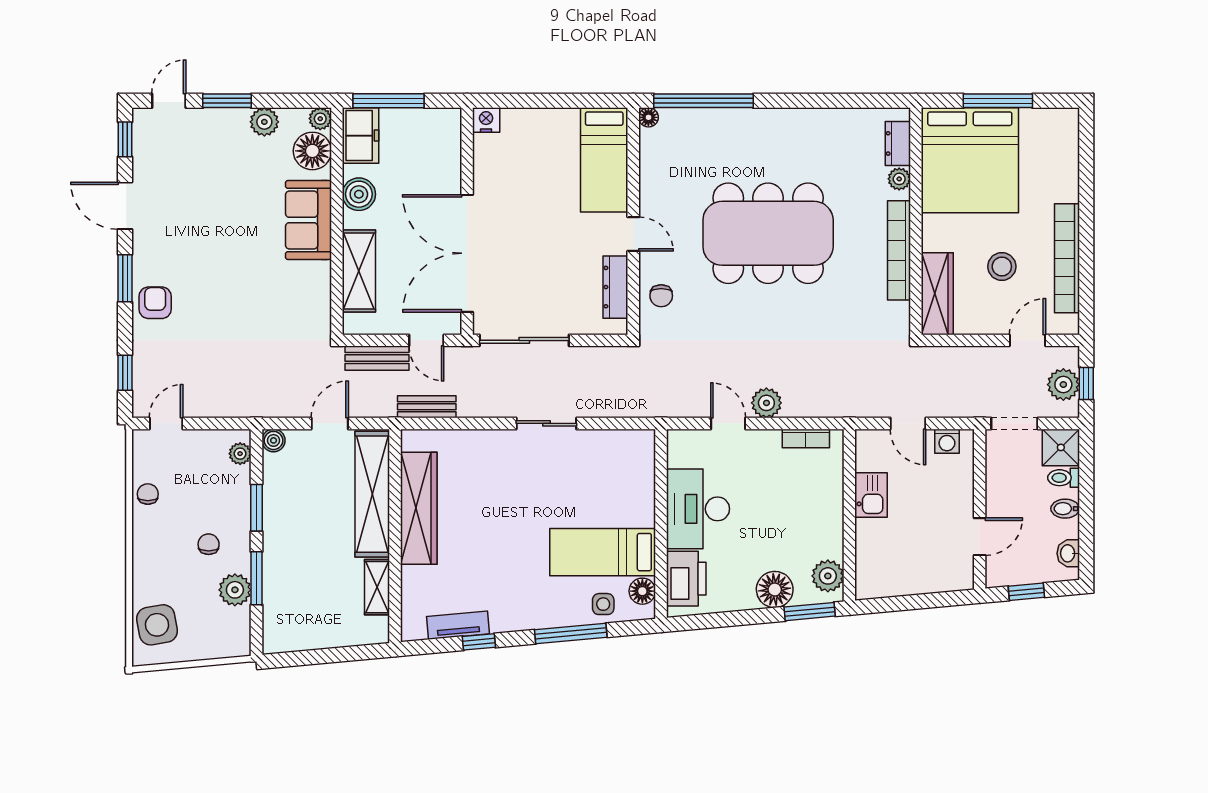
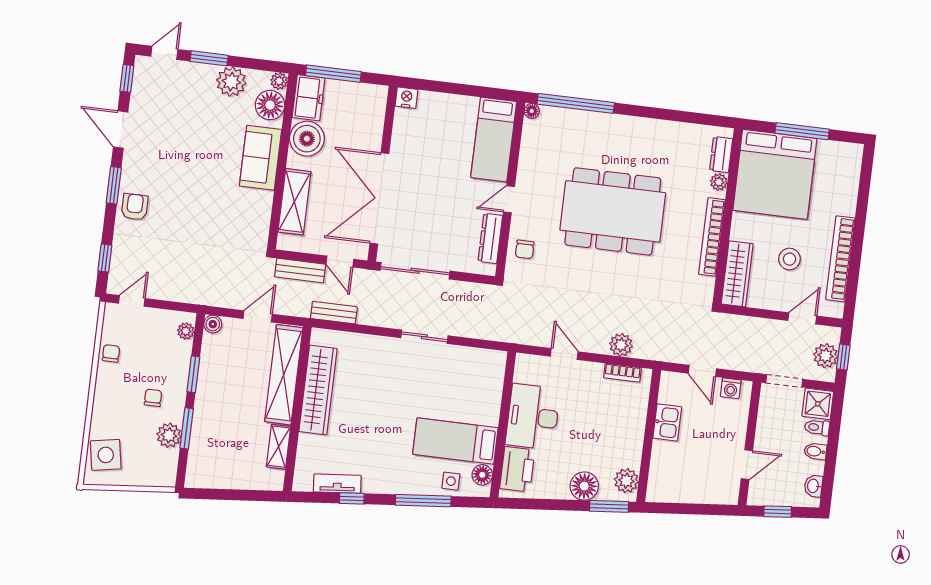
plant: (264, 122) -> (231, 82), width x1.36, depth x1.36
boiler: (359, 194) -> (307, 139), width x1.37, depth x1.37
door: (633, 234) -> (509, 199), swing flipped
plant: (766, 403) -> (621, 345), moved

